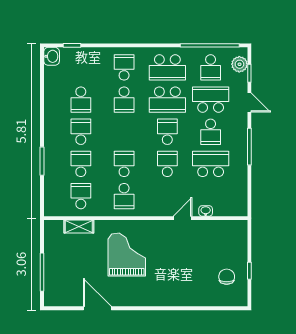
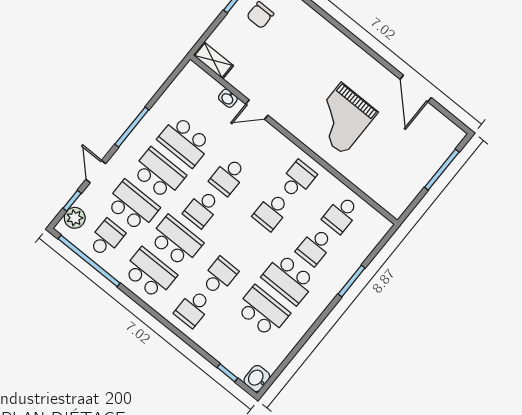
school desk: (81, 100) -> (263, 311), width x1.85
school desk: (211, 100) -> (132, 206), turned 180
school desk: (81, 132) -> (289, 279), width x1.85
school desk: (211, 132) -> (159, 174), width x1.85
shelving: (79, 227) -> (213, 60), moved

